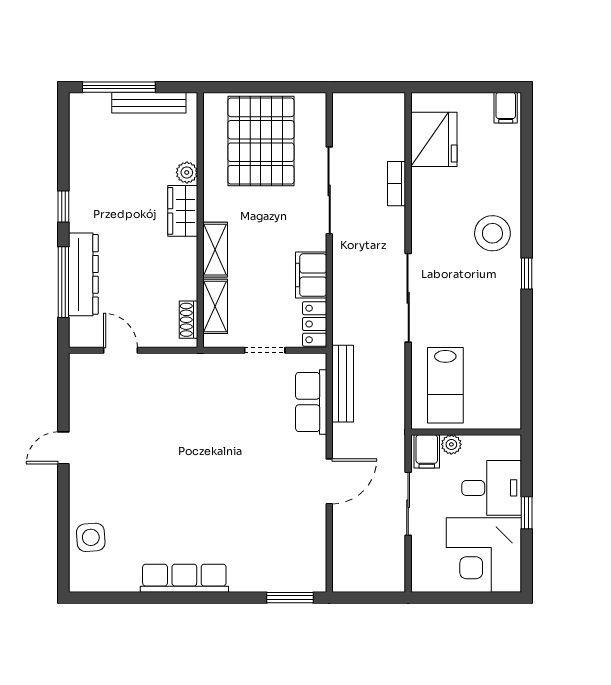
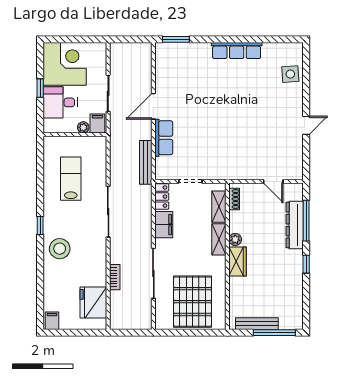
plant: (187, 172) -> (235, 239), moved
lab bench: (445, 385) -> (71, 179), moved
row of seats: (311, 402) -> (164, 138), moved

